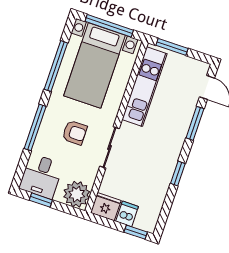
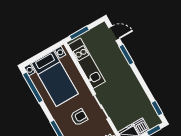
window: (109, 26) -> (42, 54), removed
window: (56, 66) -> (33, 88), moved
window: (178, 173) -> (157, 108), moved

